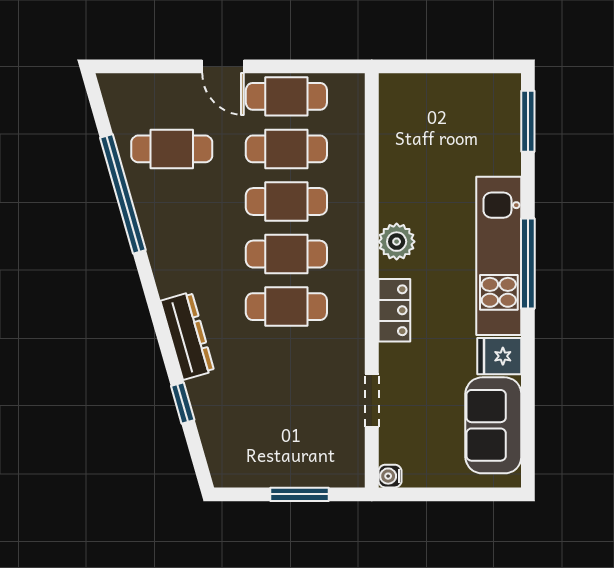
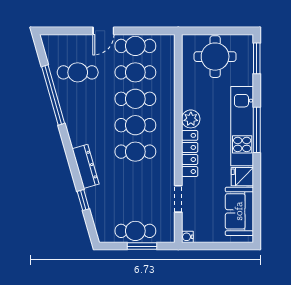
door: (223, 66) -> (103, 31), hinge flipped
round table: (445, 118) -> (215, 57), added
locker: (394, 310) -> (190, 153), width x1.53
cafe table: (286, 464) -> (135, 231), added

